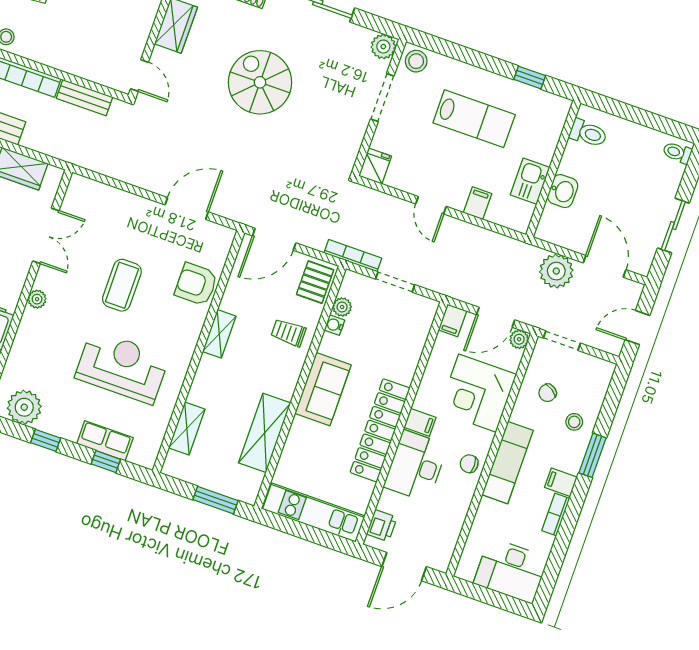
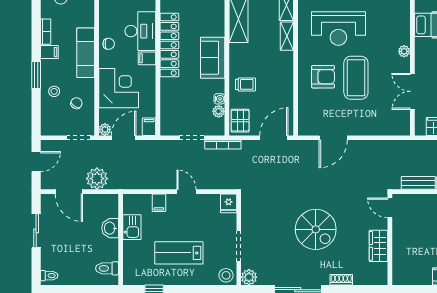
armchair: (196, 284) -> (323, 77), moved
coffee table: (122, 285) -> (356, 78), width x1.36, depth x1.32
shelving: (219, 334) -> (287, 36), moved

